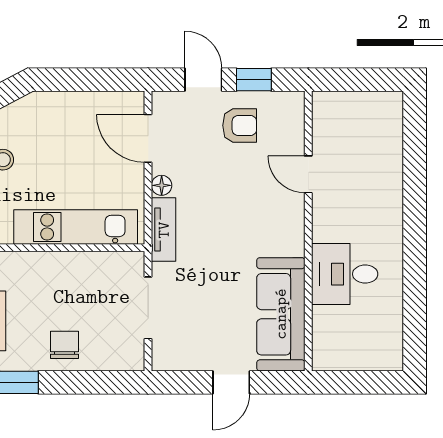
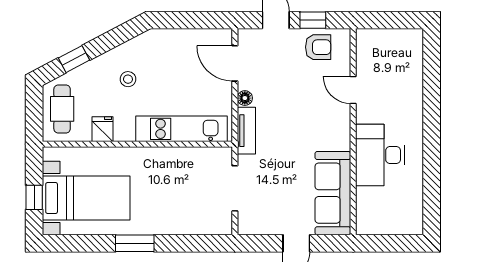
armchair: (240, 125) -> (318, 47), moved
desk: (345, 274) -> (380, 155), width x1.37
chair: (64, 345) -> (173, 216), removed

